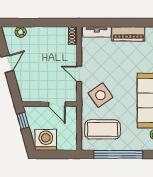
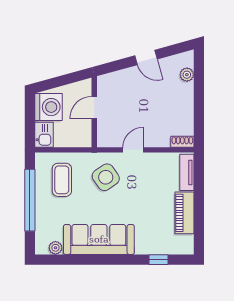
door: (57, 104) -> (94, 108), moved
window: (23, 121) -> (73, 78), removed
coffee table: (103, 129) -> (62, 180), width x0.73, depth x0.76
kitchen sink: (67, 143) -> (44, 135), added

